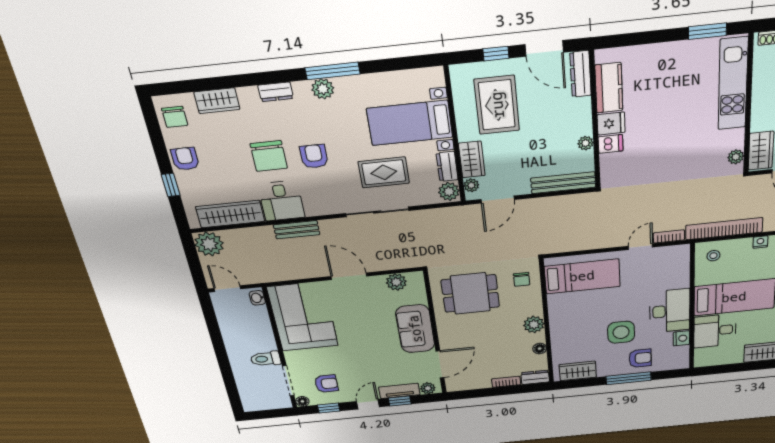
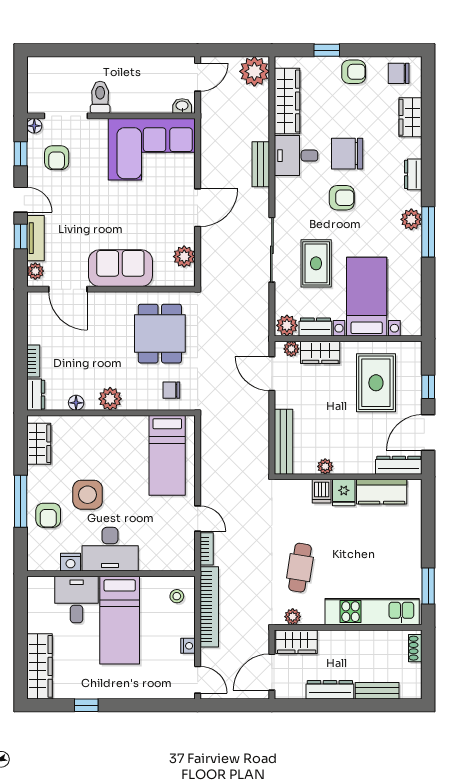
rug: (497, 105) -> (376, 383), turned 90
cafe table: (687, 155) -> (300, 568), added

